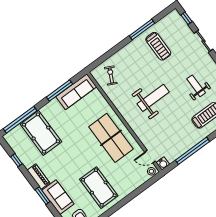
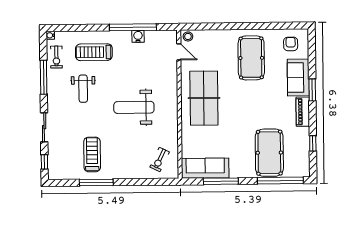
water cooler: (163, 163) -> (138, 36), moved

